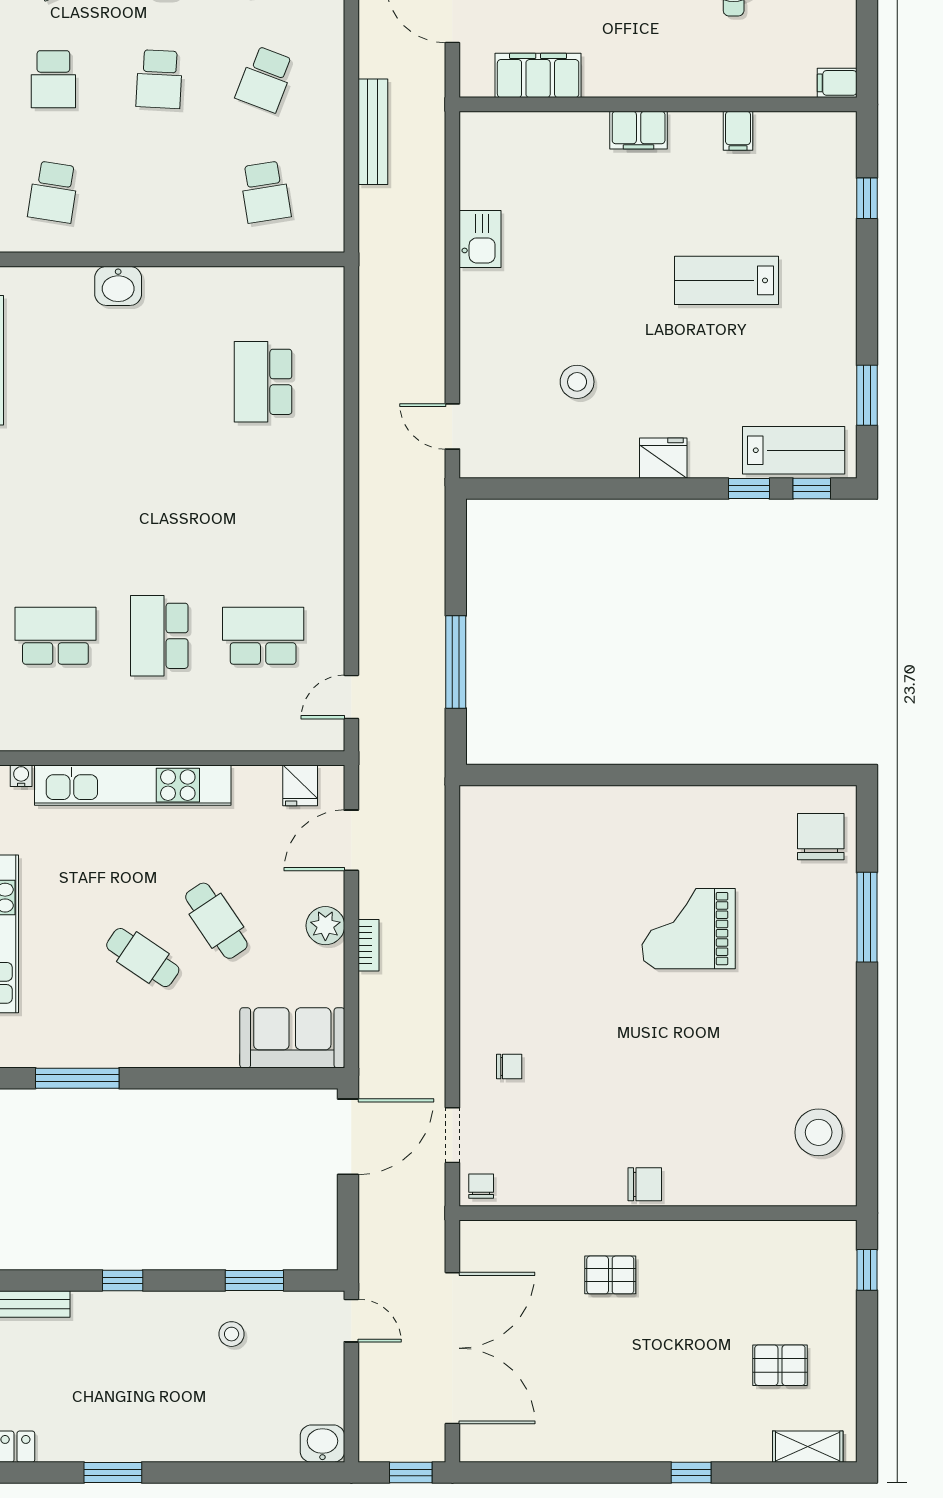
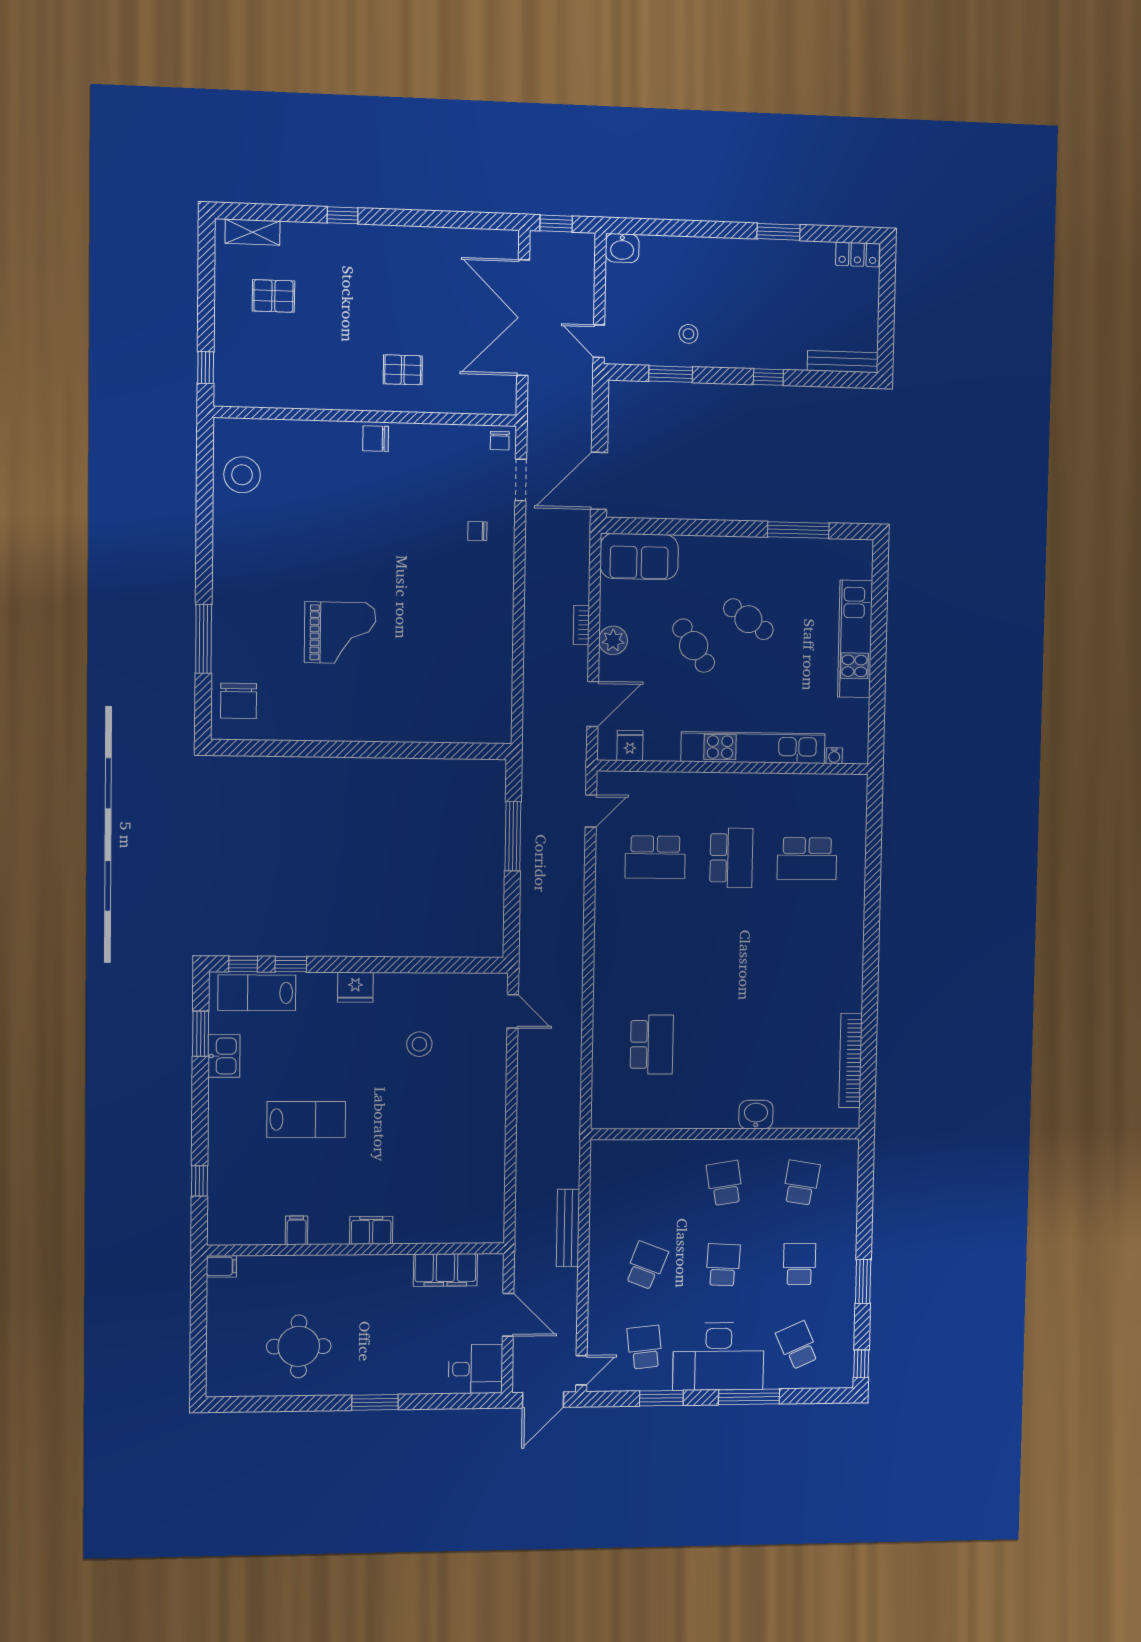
school desk: (265, 192) -> (725, 1183), moved
kitchen sink: (480, 239) -> (224, 1056), moved, turned 180

